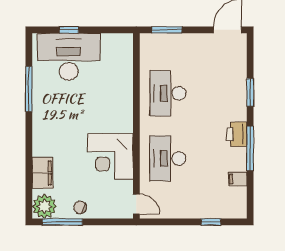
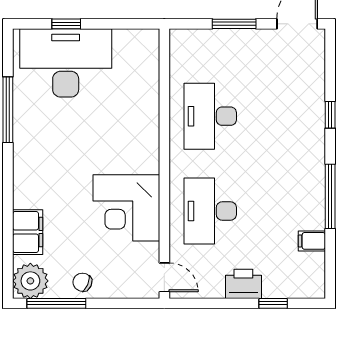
window: (167, 30) -> (234, 24), moved
window: (250, 92) -> (330, 115), width x0.67
printer: (237, 134) -> (243, 284), moved, turned 90

